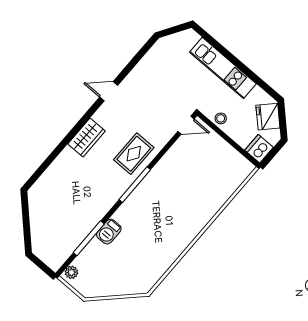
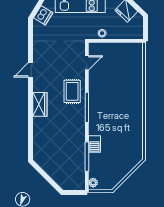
door: (186, 125) -> (87, 63), moved
dishwasher: (259, 149) -> (43, 15), moved, turned -148

